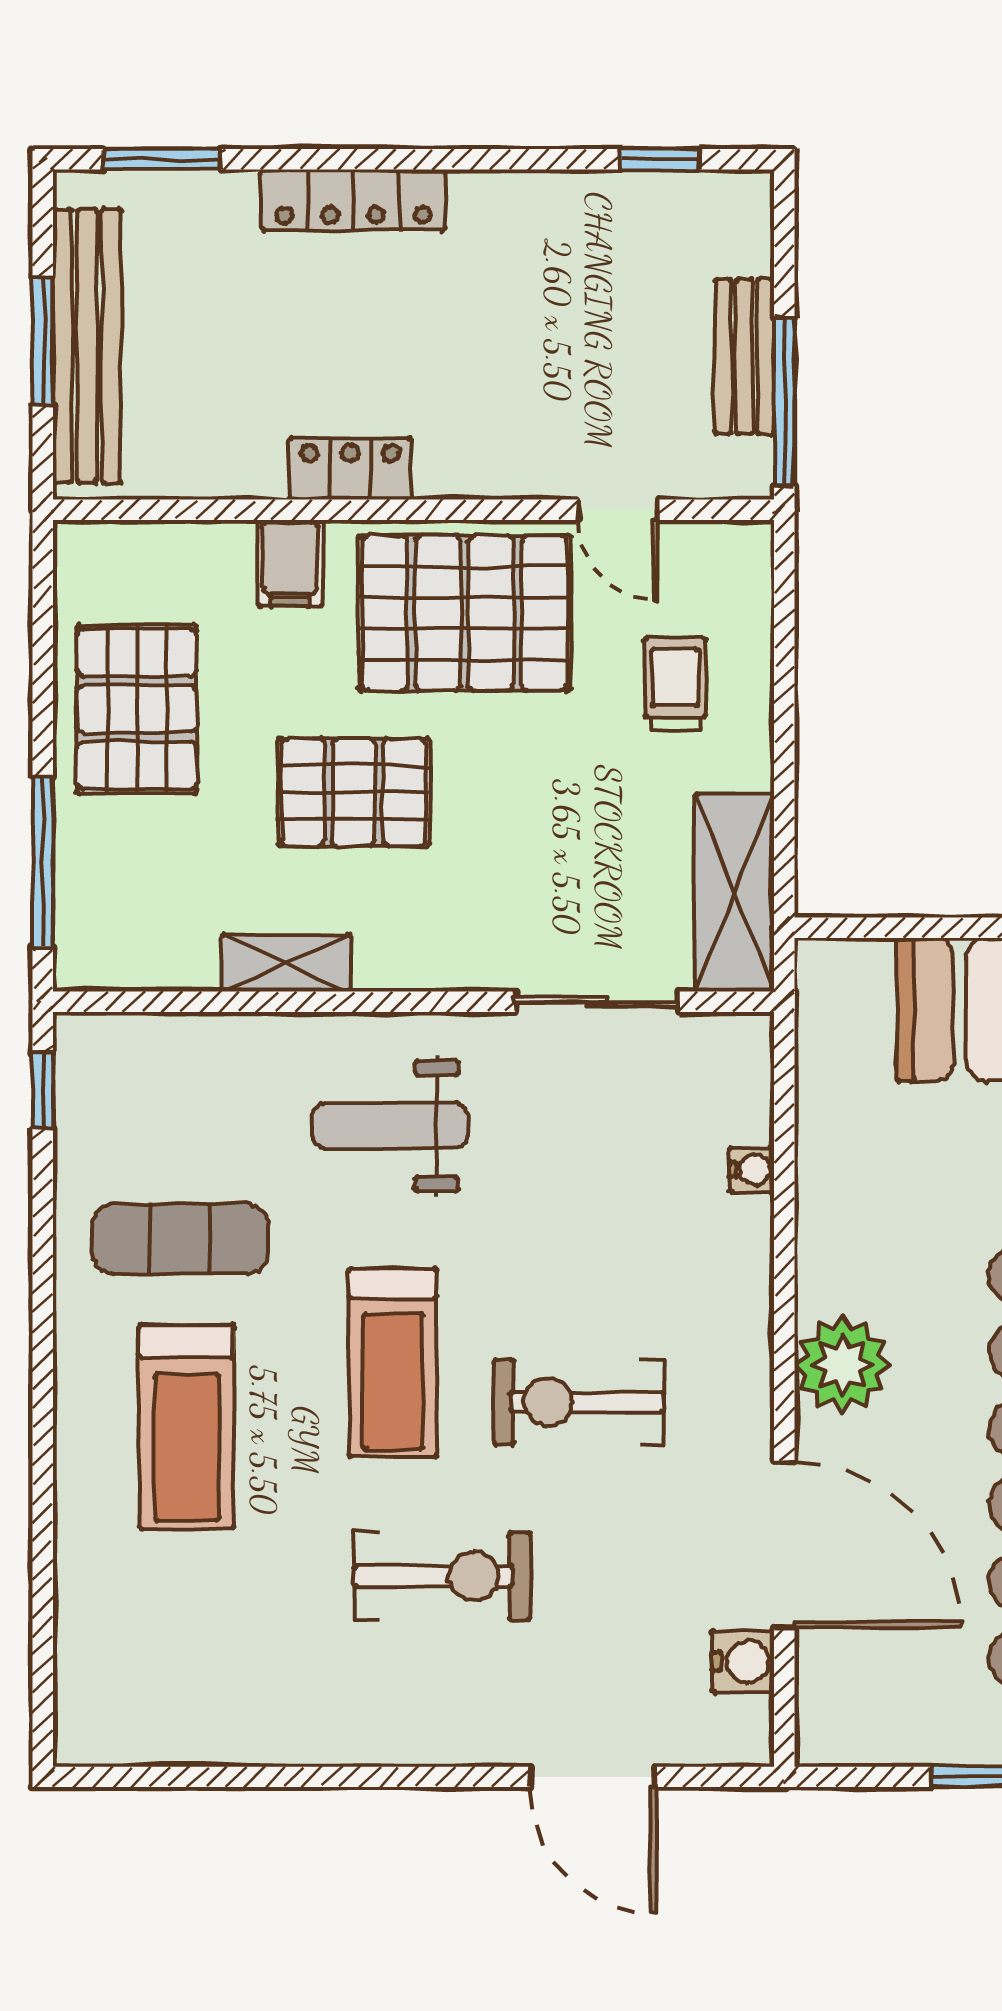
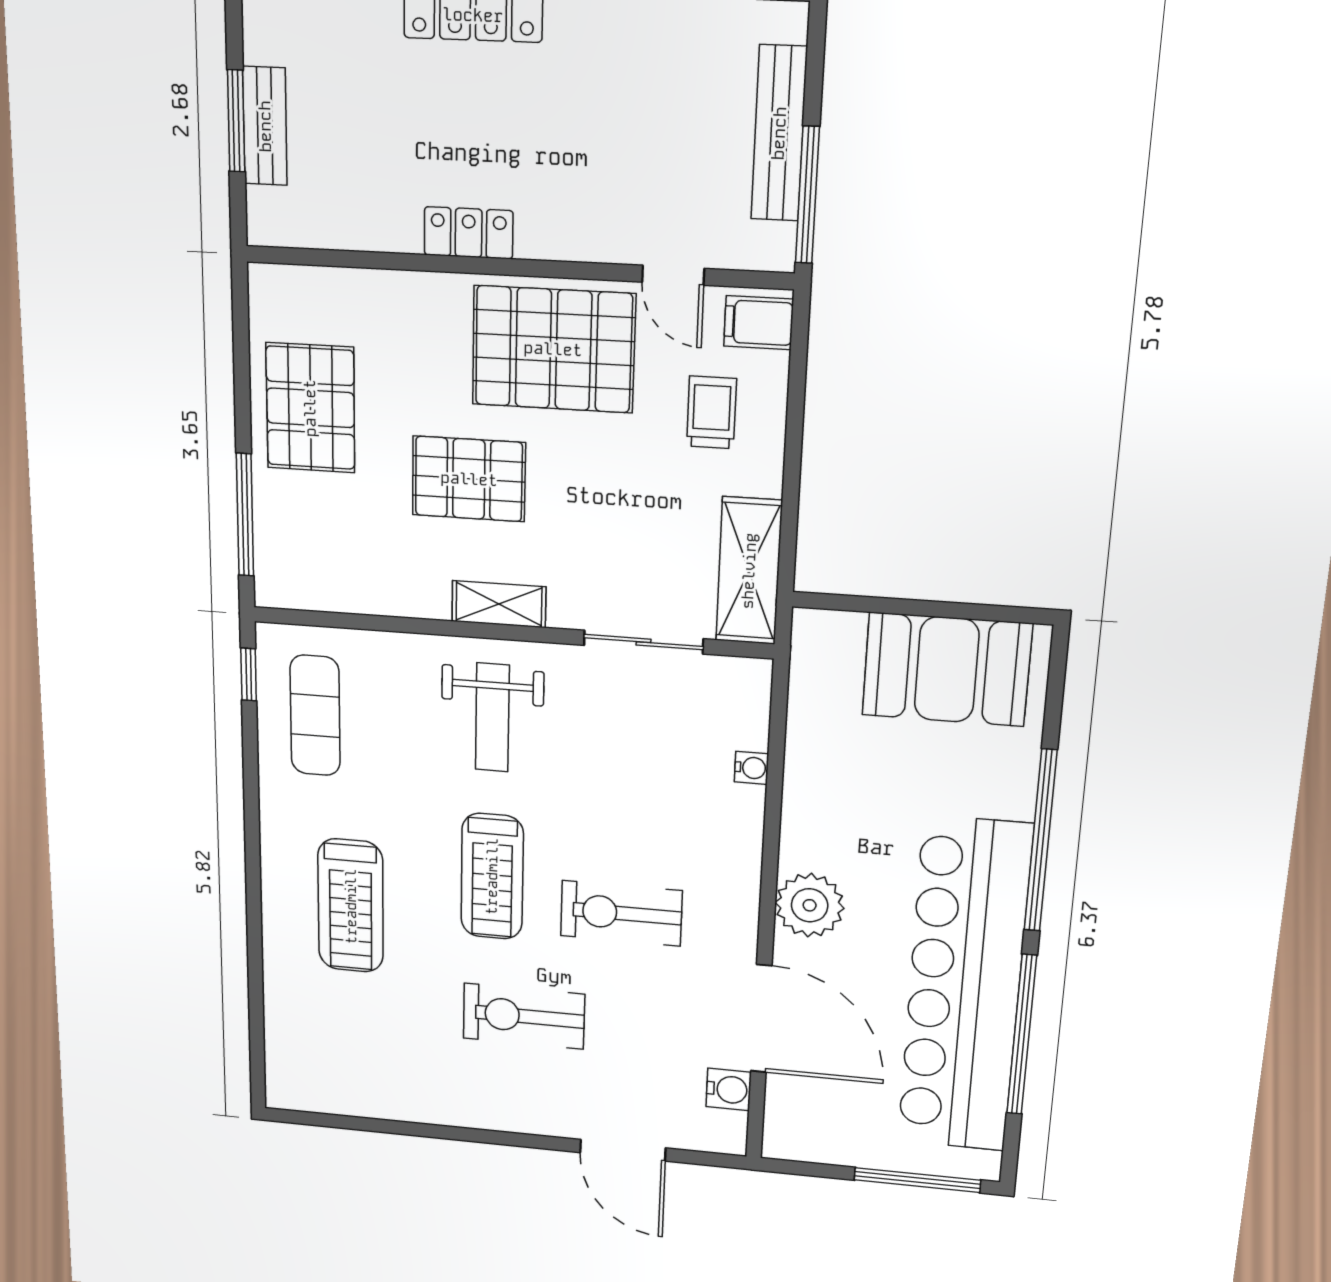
bench: (87, 346) -> (265, 126), width x0.54, depth x0.82
bench: (744, 356) -> (779, 133), width x1.36
filing cabinet: (290, 563) -> (759, 323), moved, turned 90
shelving: (286, 963) -> (499, 604), moved
weight bench: (390, 1126) -> (492, 718), turned -90
exercise mat: (180, 1239) -> (315, 715), moved, turned 90
exercise bike: (442, 1576) -> (524, 1016), turned 180

